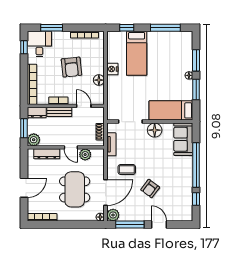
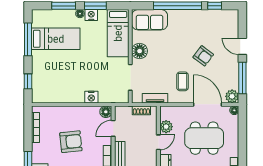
bed: (137, 53) -> (56, 39), moved
nightstand: (112, 69) -> (91, 97), moved
floor lamp: (99, 80) -> (106, 112), moved
nightstand: (188, 86) -> (91, 15), added
door: (159, 224) -> (242, 46), hinge flipped

